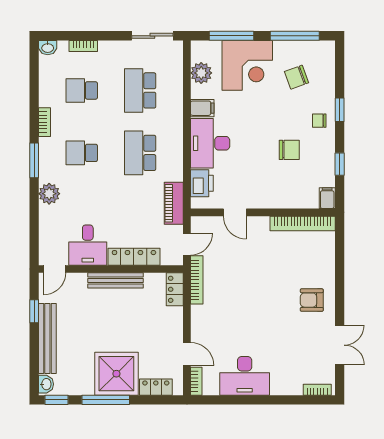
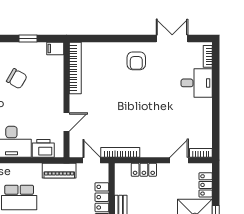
chair: (289, 150) -> (17, 79), turned 120
locker: (175, 289) -> (144, 170), moved
desk: (245, 376) -> (197, 83), moved, width x0.73

